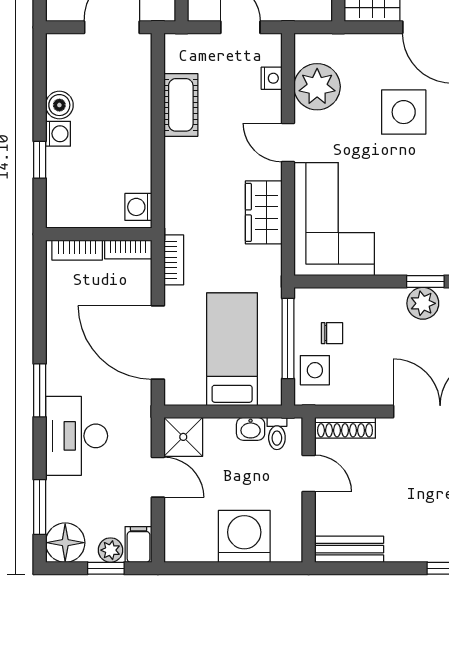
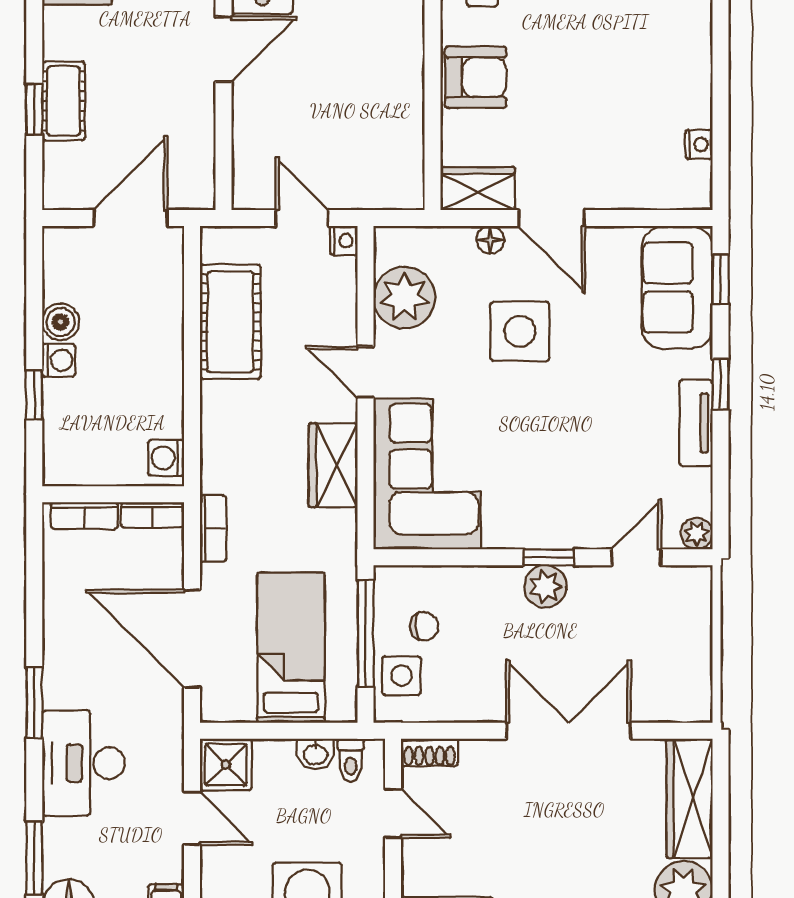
floor lamp: (382, 43) -> (490, 240), added
nightstand: (272, 78) -> (344, 241), moved
cot: (181, 105) -> (230, 322), width x1.37, depth x1.34
shoe rack: (345, 428) -> (429, 752), width x0.70

